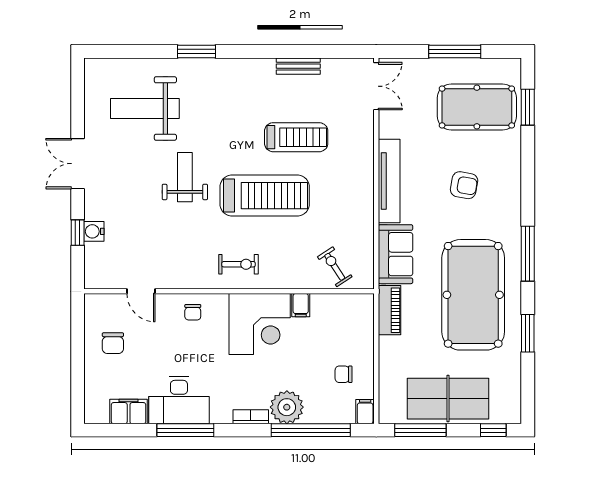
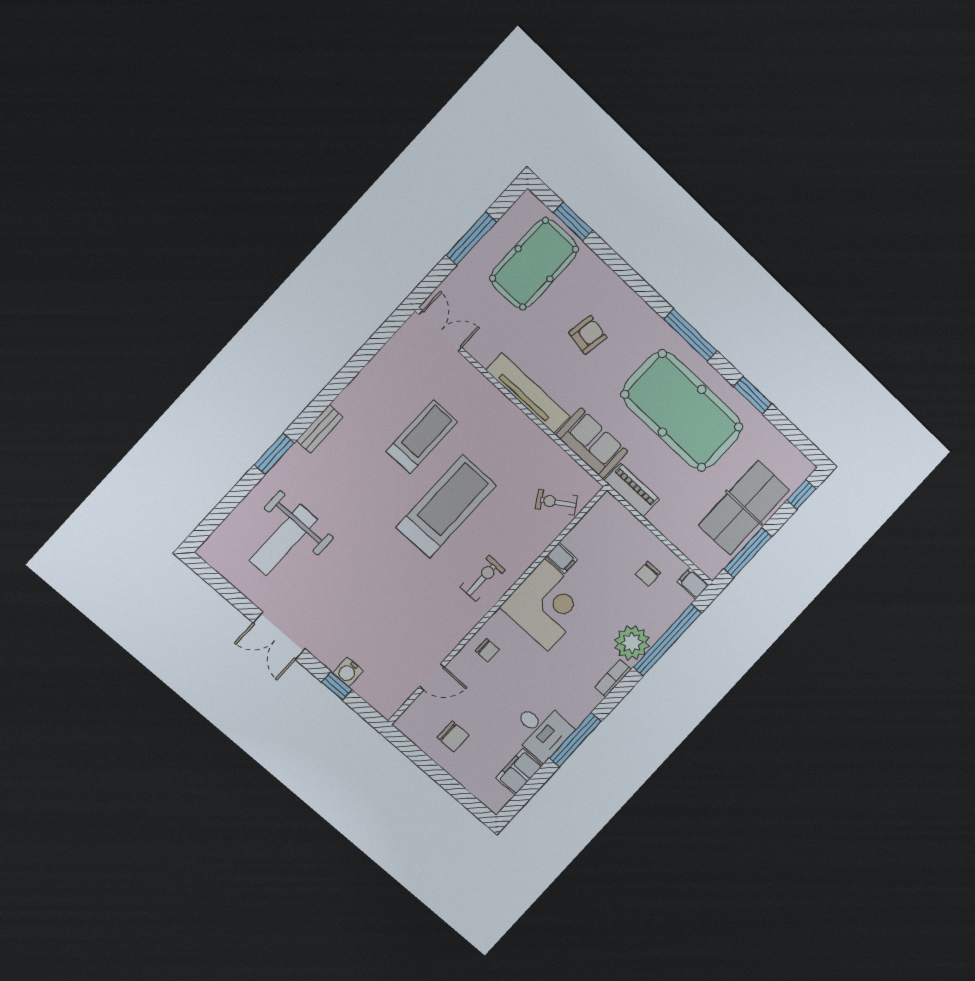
bench: (298, 66) -> (320, 429), moved
weight bench: (185, 177) -> (371, 558), removed
desk: (179, 400) -> (541, 730), width x0.73

